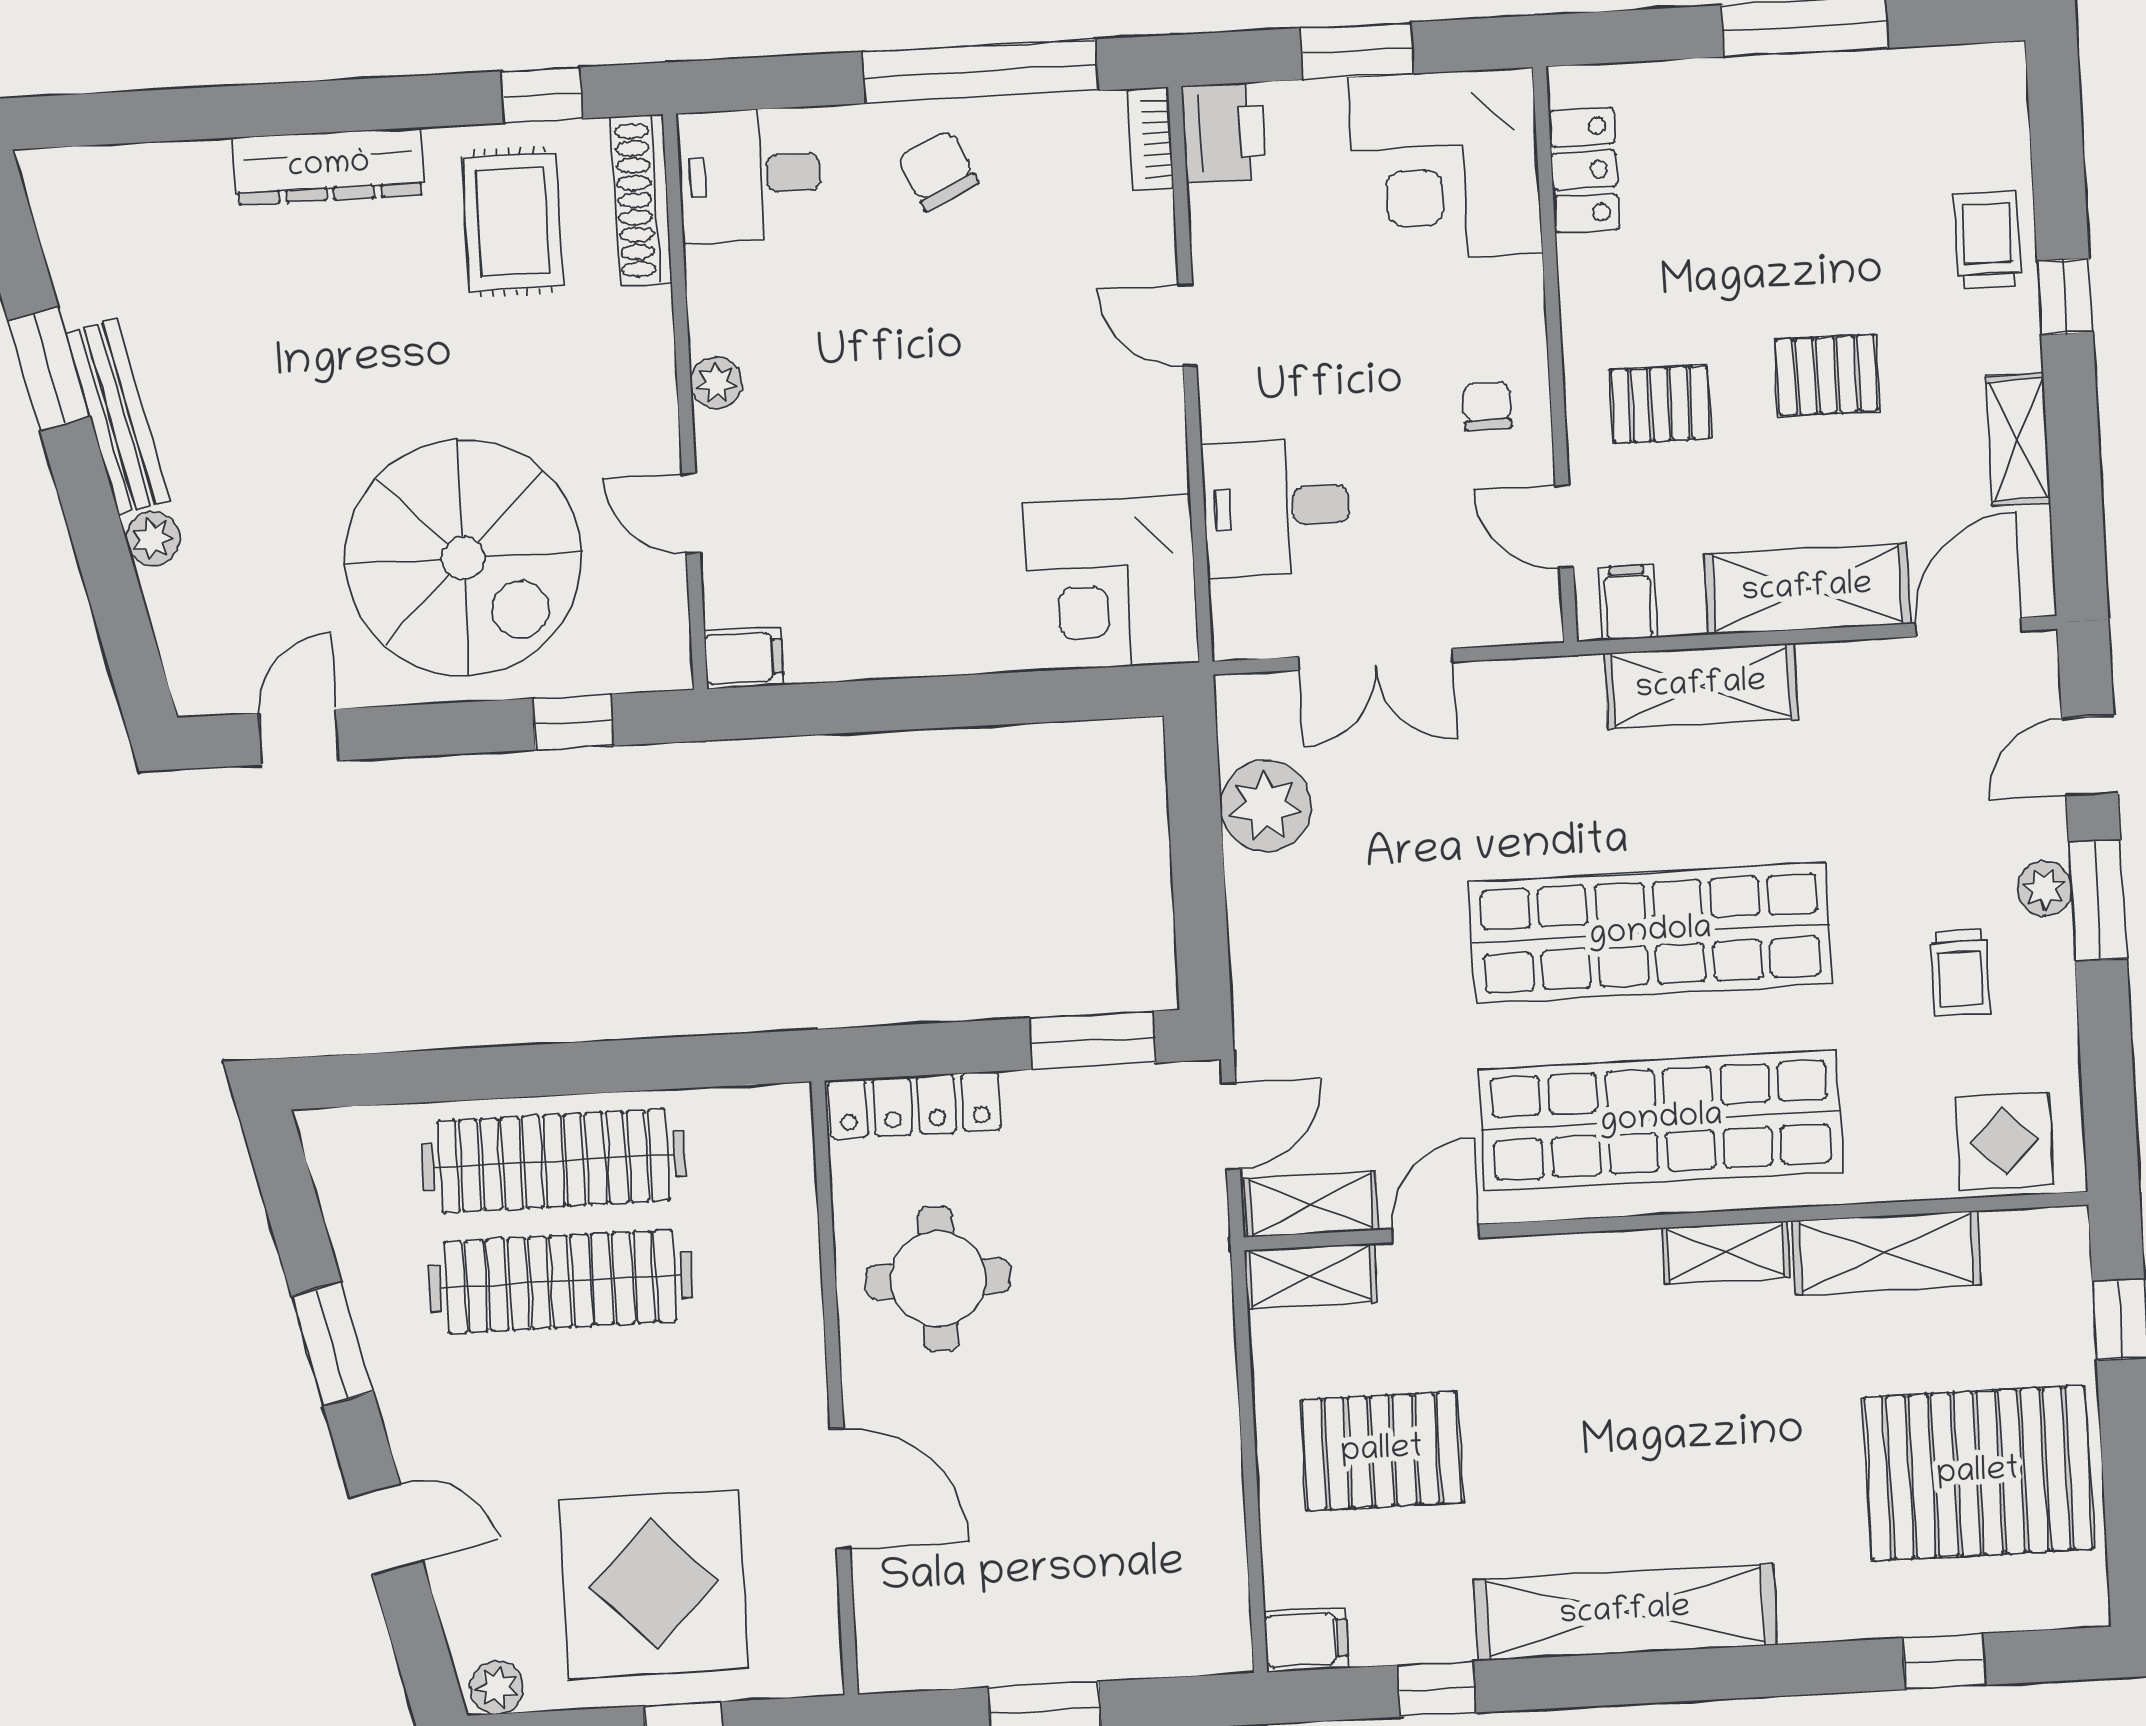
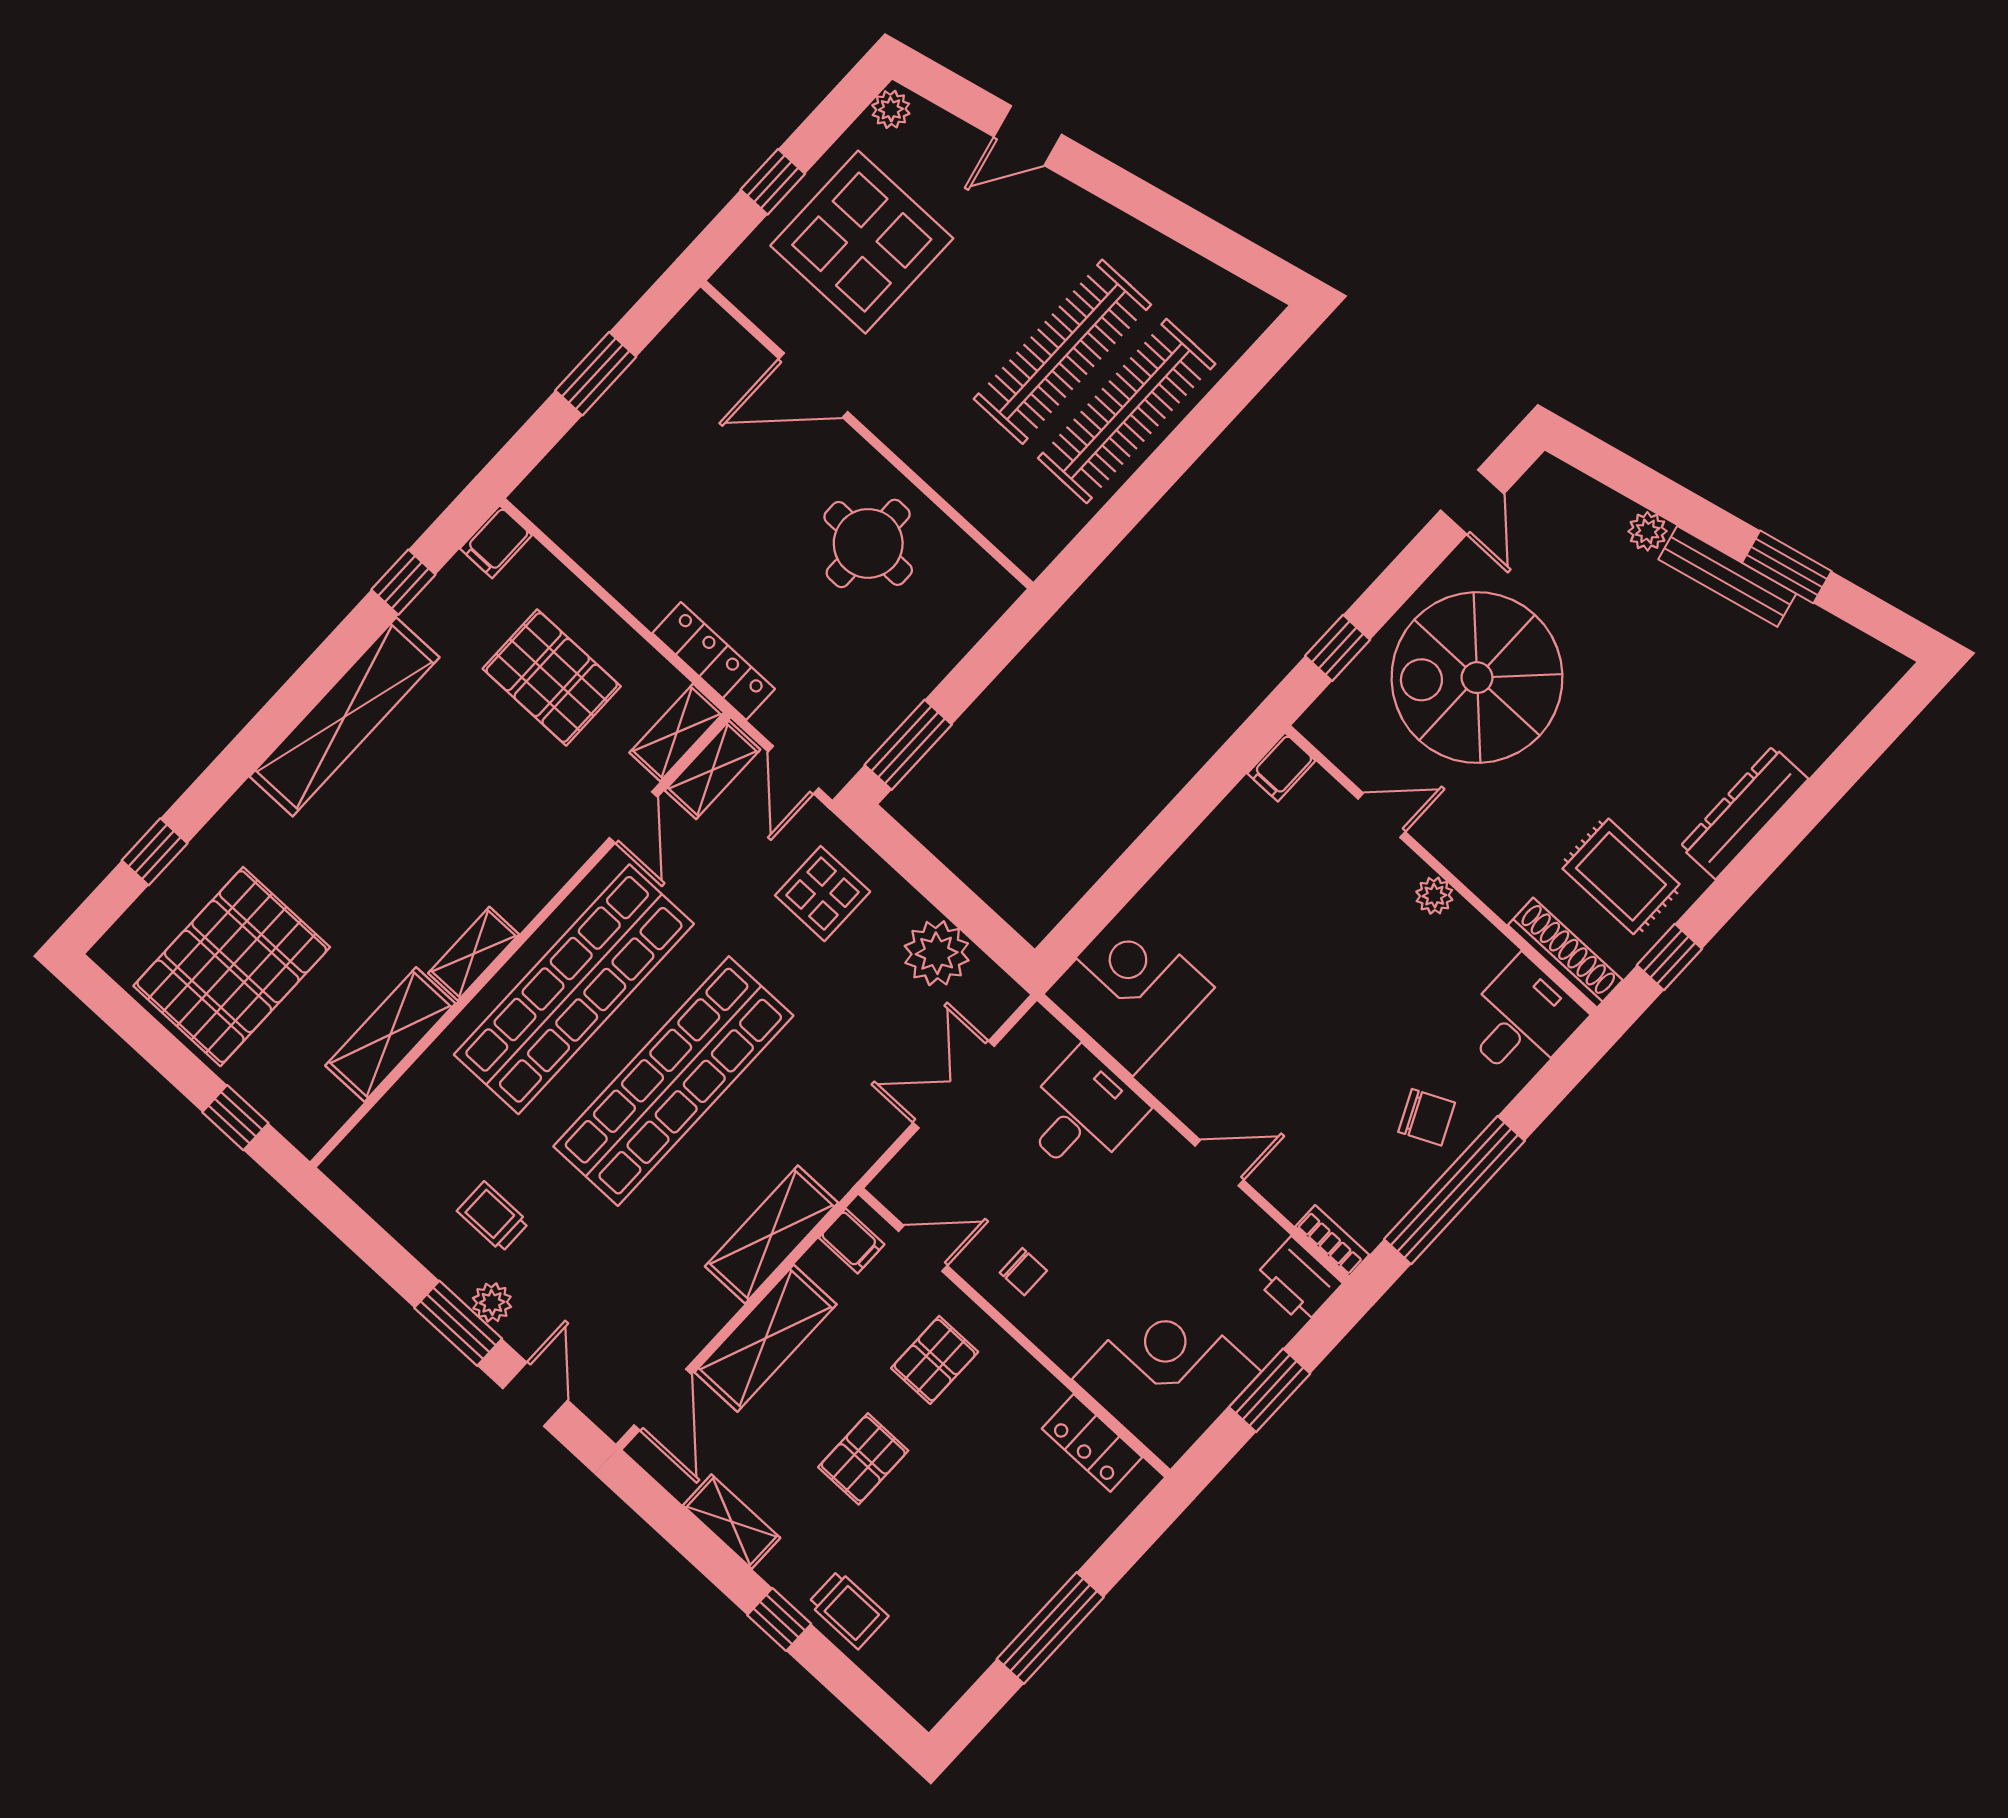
locker: (915, 1105) -> (714, 661), moved, turned 90
display table: (2004, 1141) -> (823, 894), moved
window: (332, 1344) -> (1149, 204), removed
pallet: (1382, 1451) -> (552, 678), turned 90

